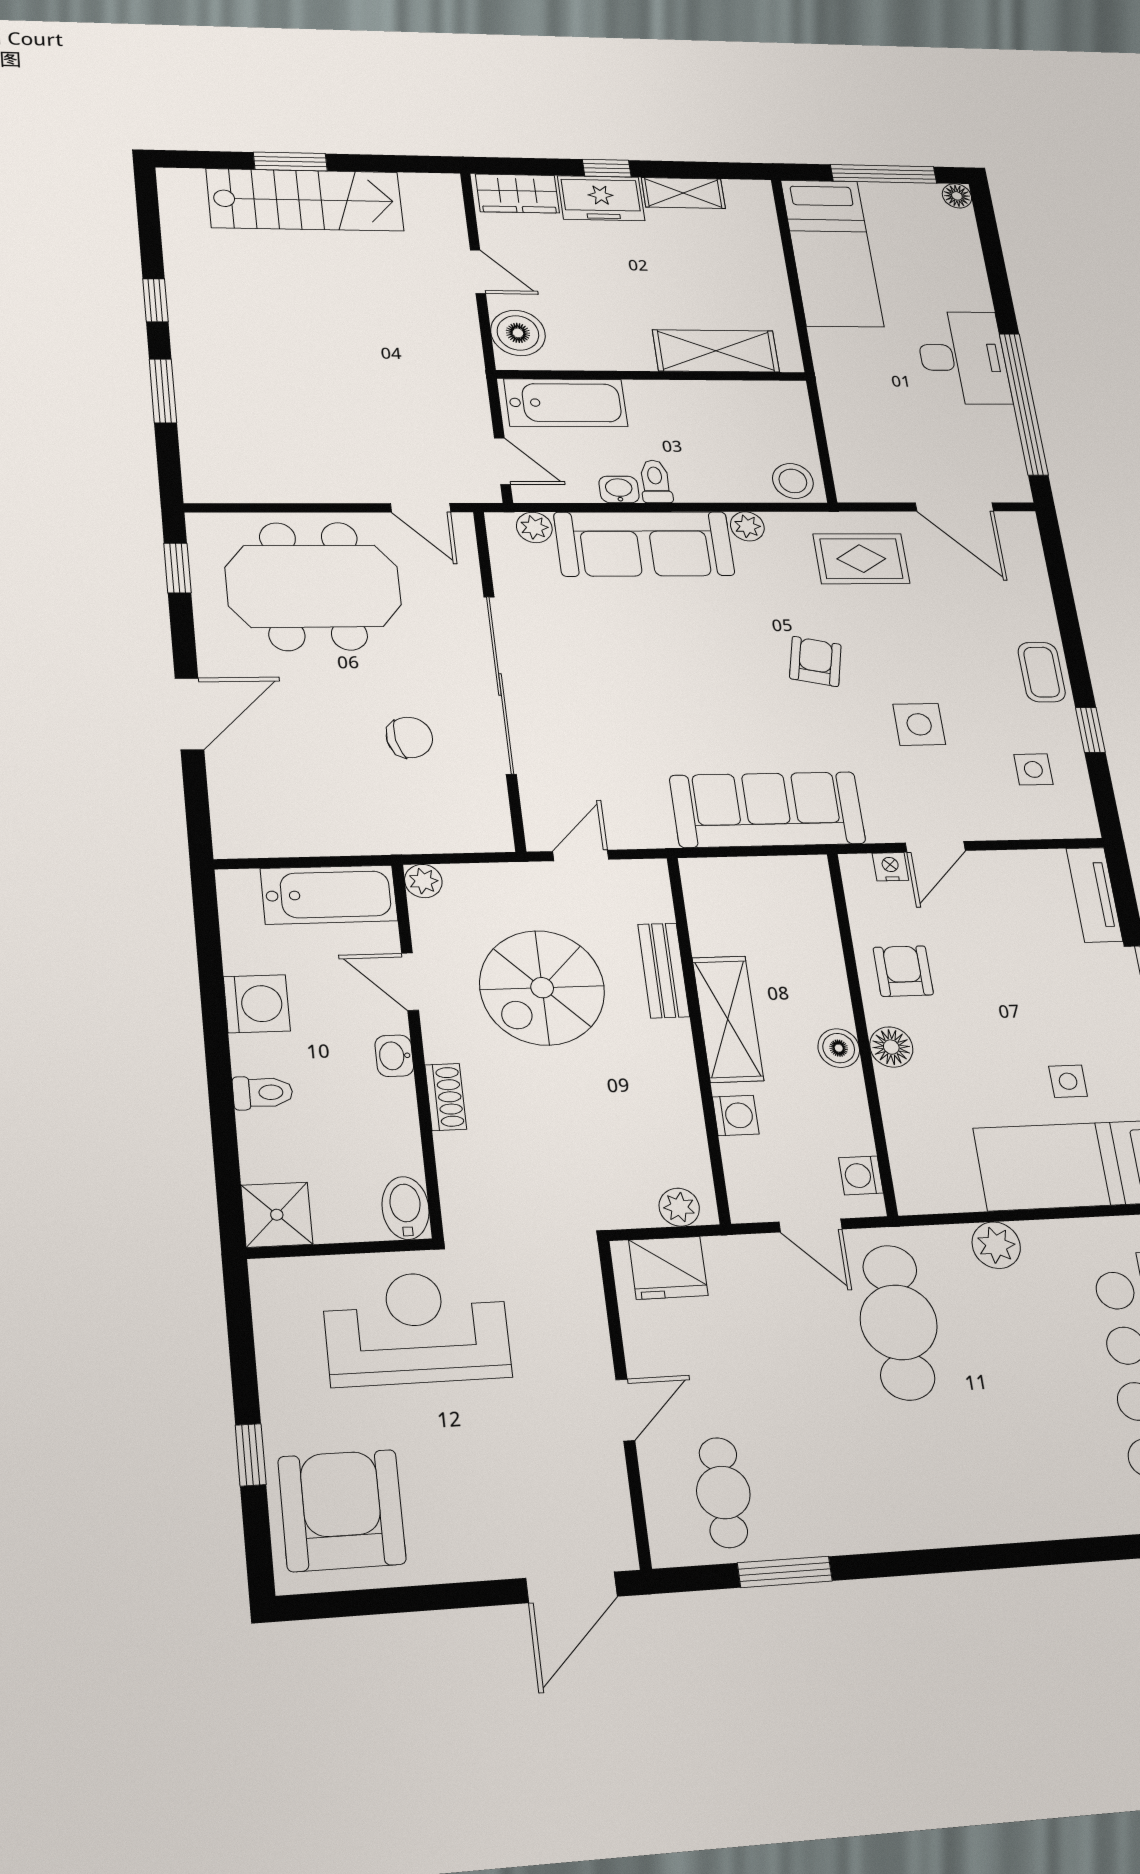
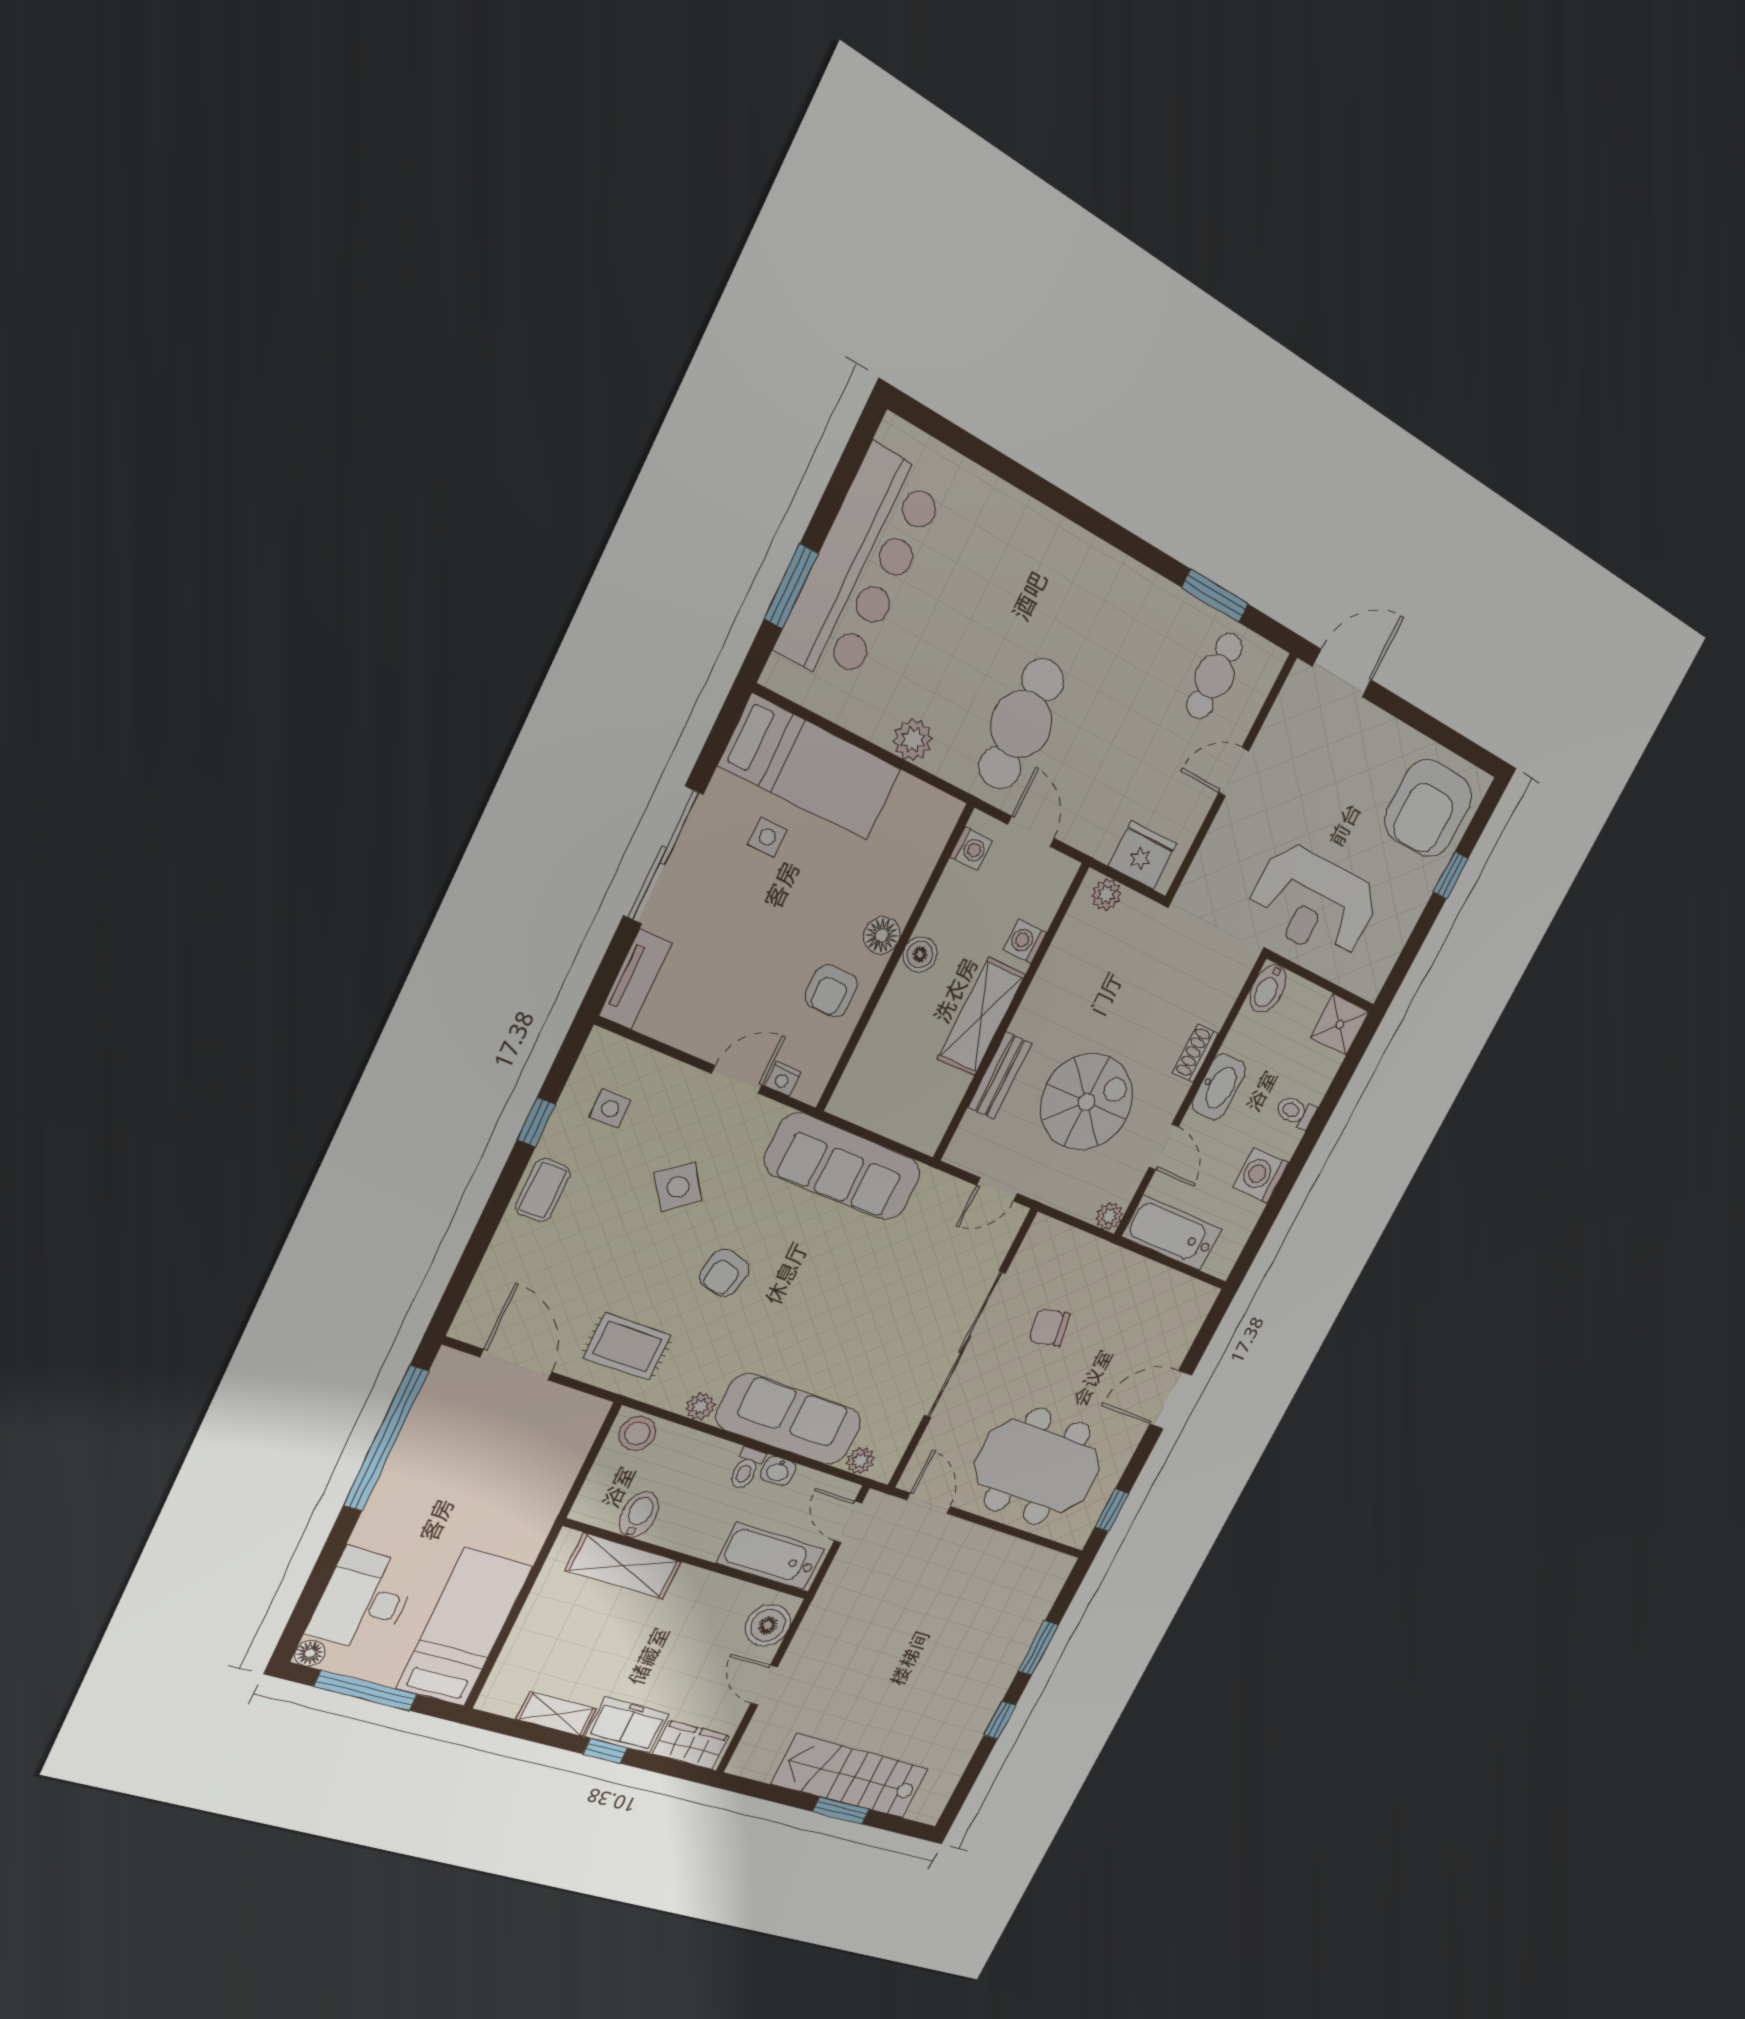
desk: (963, 358) -> (364, 1600), moved
bidet: (736, 405) -> (639, 1514), added
side table: (919, 724) -> (678, 1187), turned -36
washbasin: (394, 1056) -> (1219, 1087), width x1.91, depth x1.45

